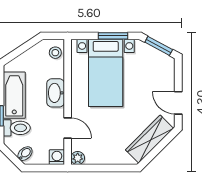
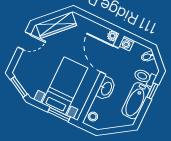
window: (113, 36) -> (59, 115), moved
door: (178, 103) -> (24, 41), hinge flipped
door: (68, 128) -> (109, 60), width x1.88

